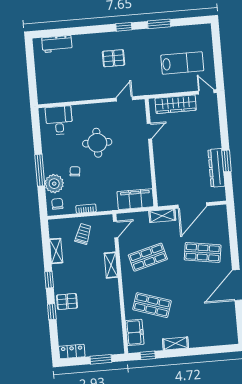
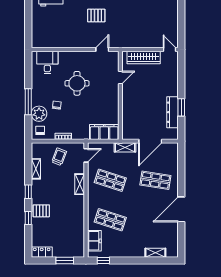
lab bench: (182, 63) -> (152, 24), removed
shop shelf: (148, 257) -> (110, 180), turned 33
shelving: (176, 343) -> (155, 253), moved

